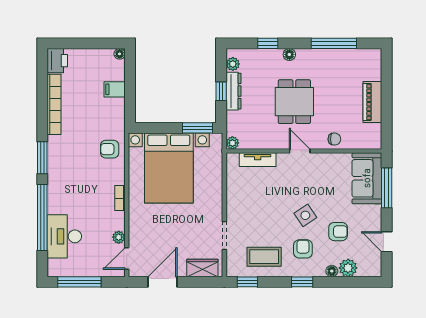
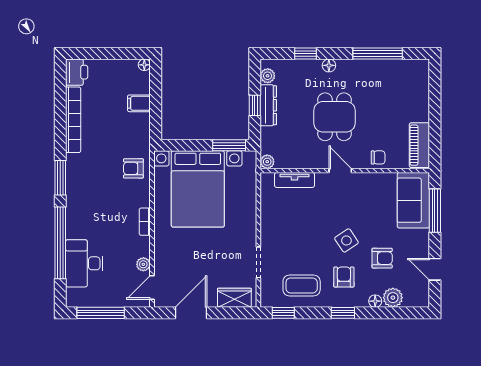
piano: (372, 102) -> (419, 145), moved

